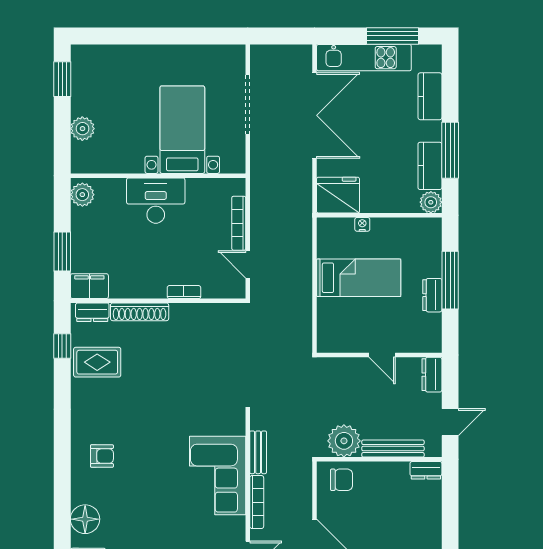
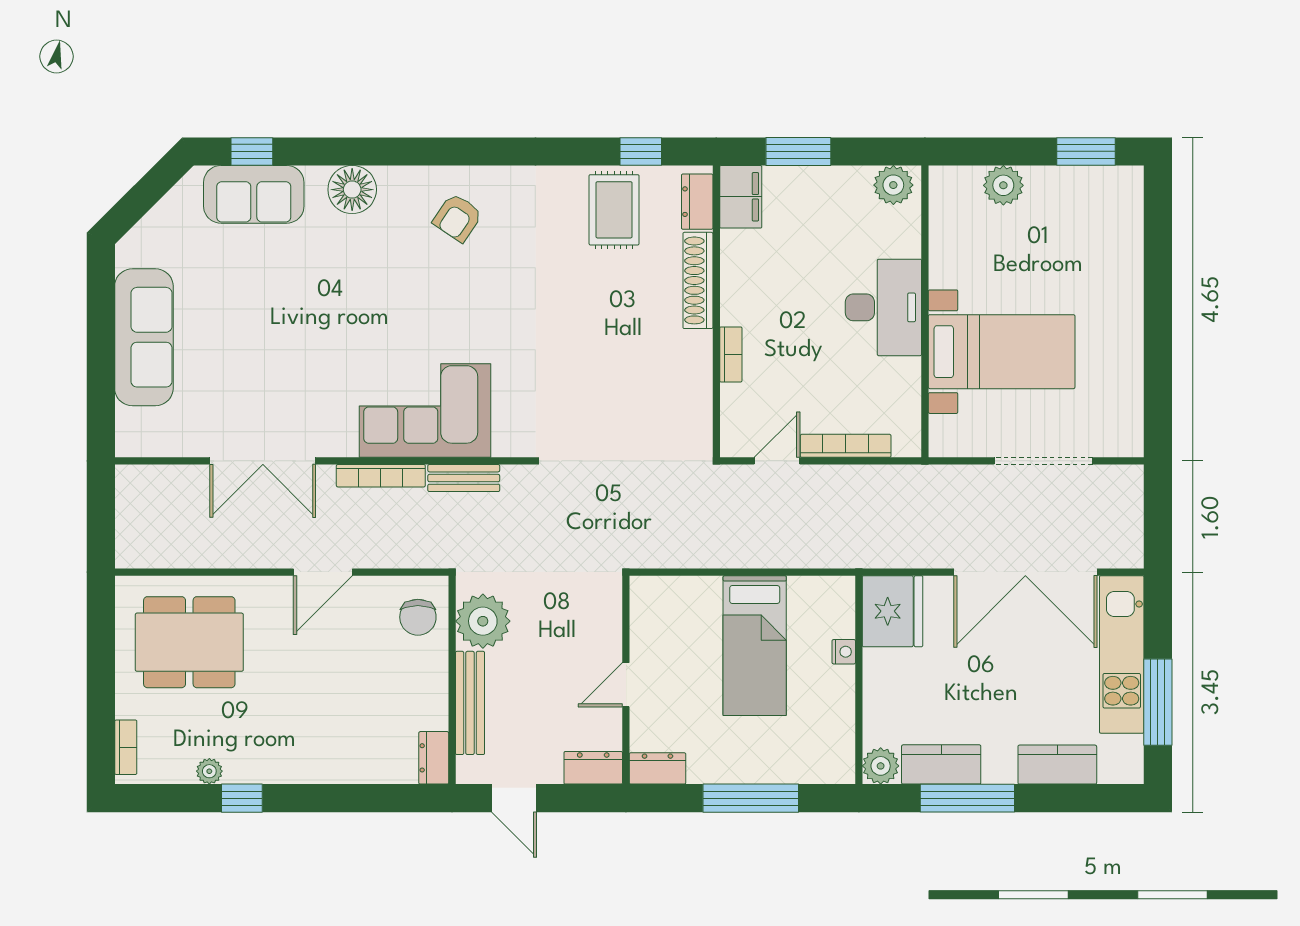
dresser: (432, 295) -> (657, 768), moved
armchair: (102, 456) -> (458, 218), turned 34

